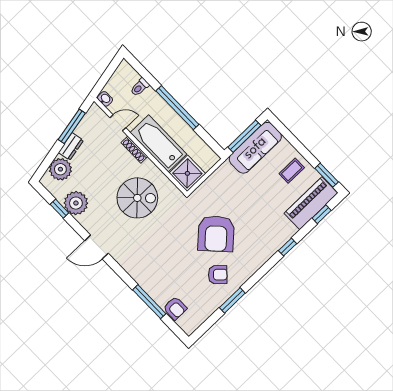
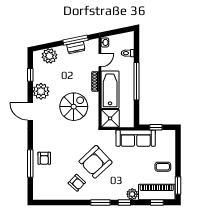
door: (118, 123) -> (100, 60), hinge flipped
window: (244, 136) -> (156, 127), width x0.46
dresser: (71, 146) -> (76, 48), moved
sofa: (255, 148) -> (136, 138), moved
spiral stairs: (137, 198) -> (74, 107), turned -90
plant: (76, 203) -> (41, 91), moved
plant: (287, 230) -> (132, 194), added
window: (232, 300) -> (100, 202), moved
armchair: (175, 308) -> (44, 158), moved

